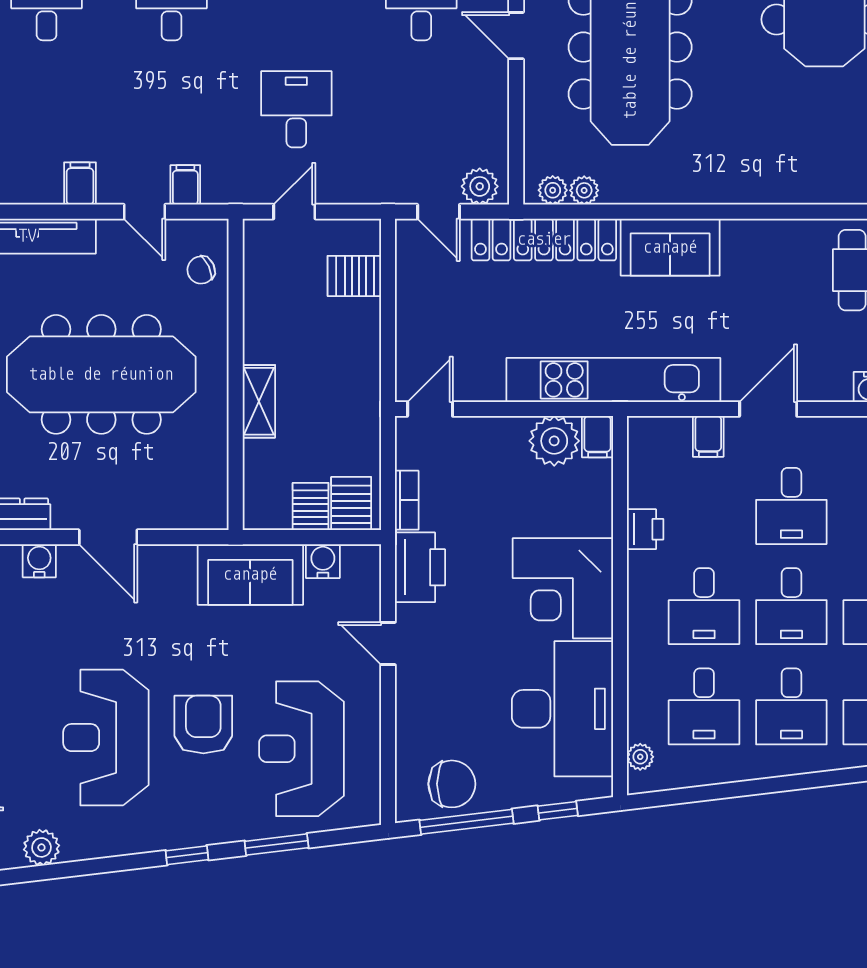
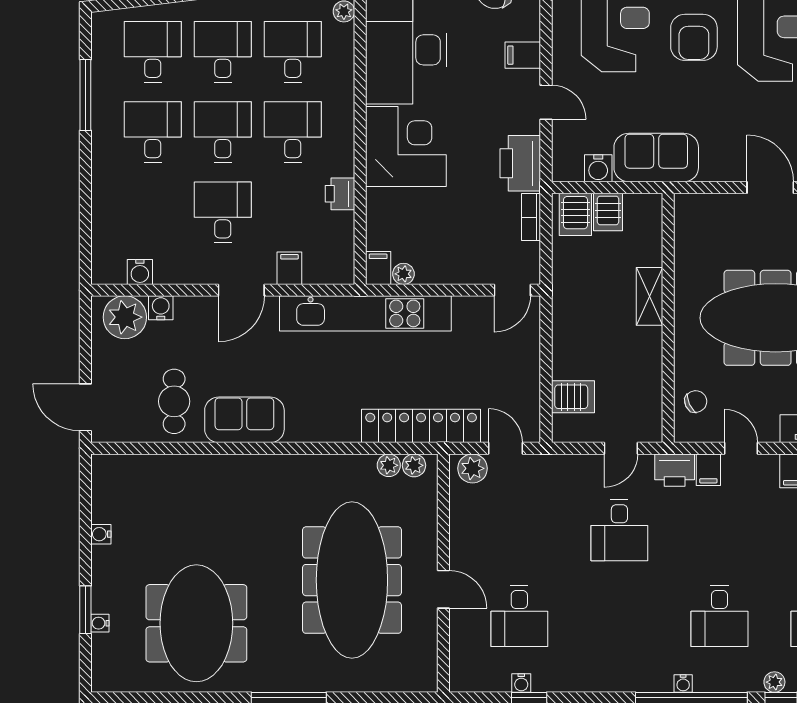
printer: (228, 184) -> (675, 470), added
sofa: (670, 247) -> (244, 420), moved
plant: (554, 441) -> (403, 274), width x0.53, depth x0.53
filing cabinet: (417, 702) -> (523, 55), added

